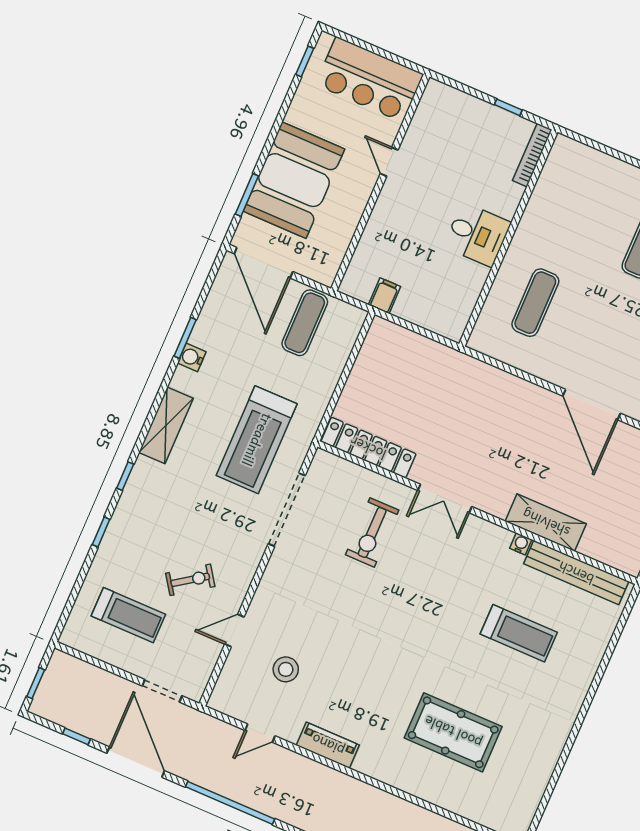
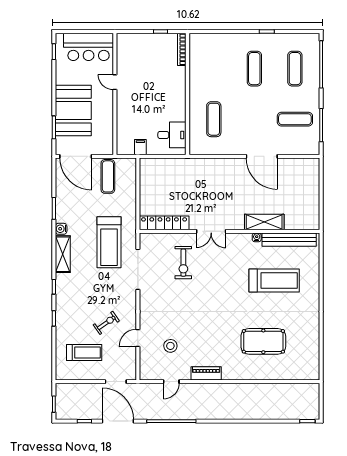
desk: (477, 235) -> (172, 135), moved
water cooler: (192, 357) -> (61, 229), moved
treadmill: (519, 633) -> (274, 280), width x1.37, depth x1.38

